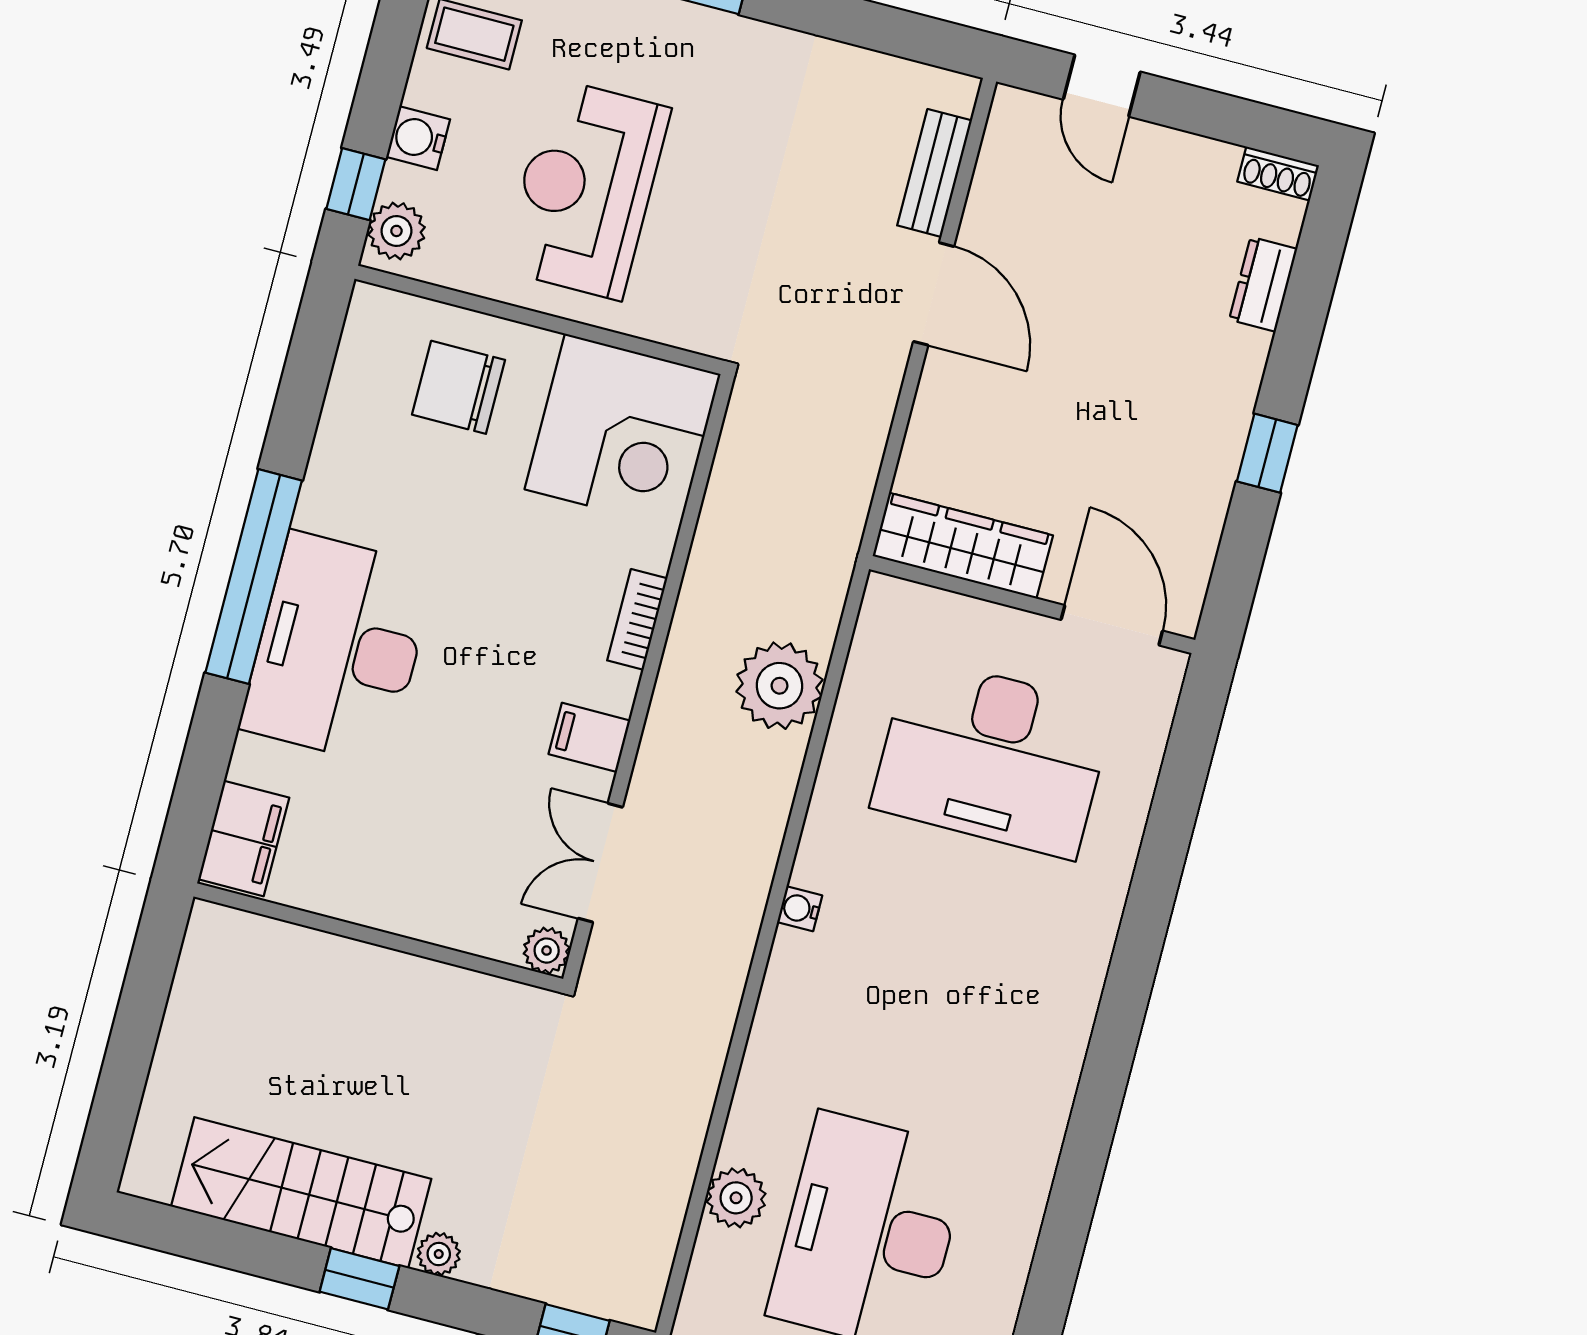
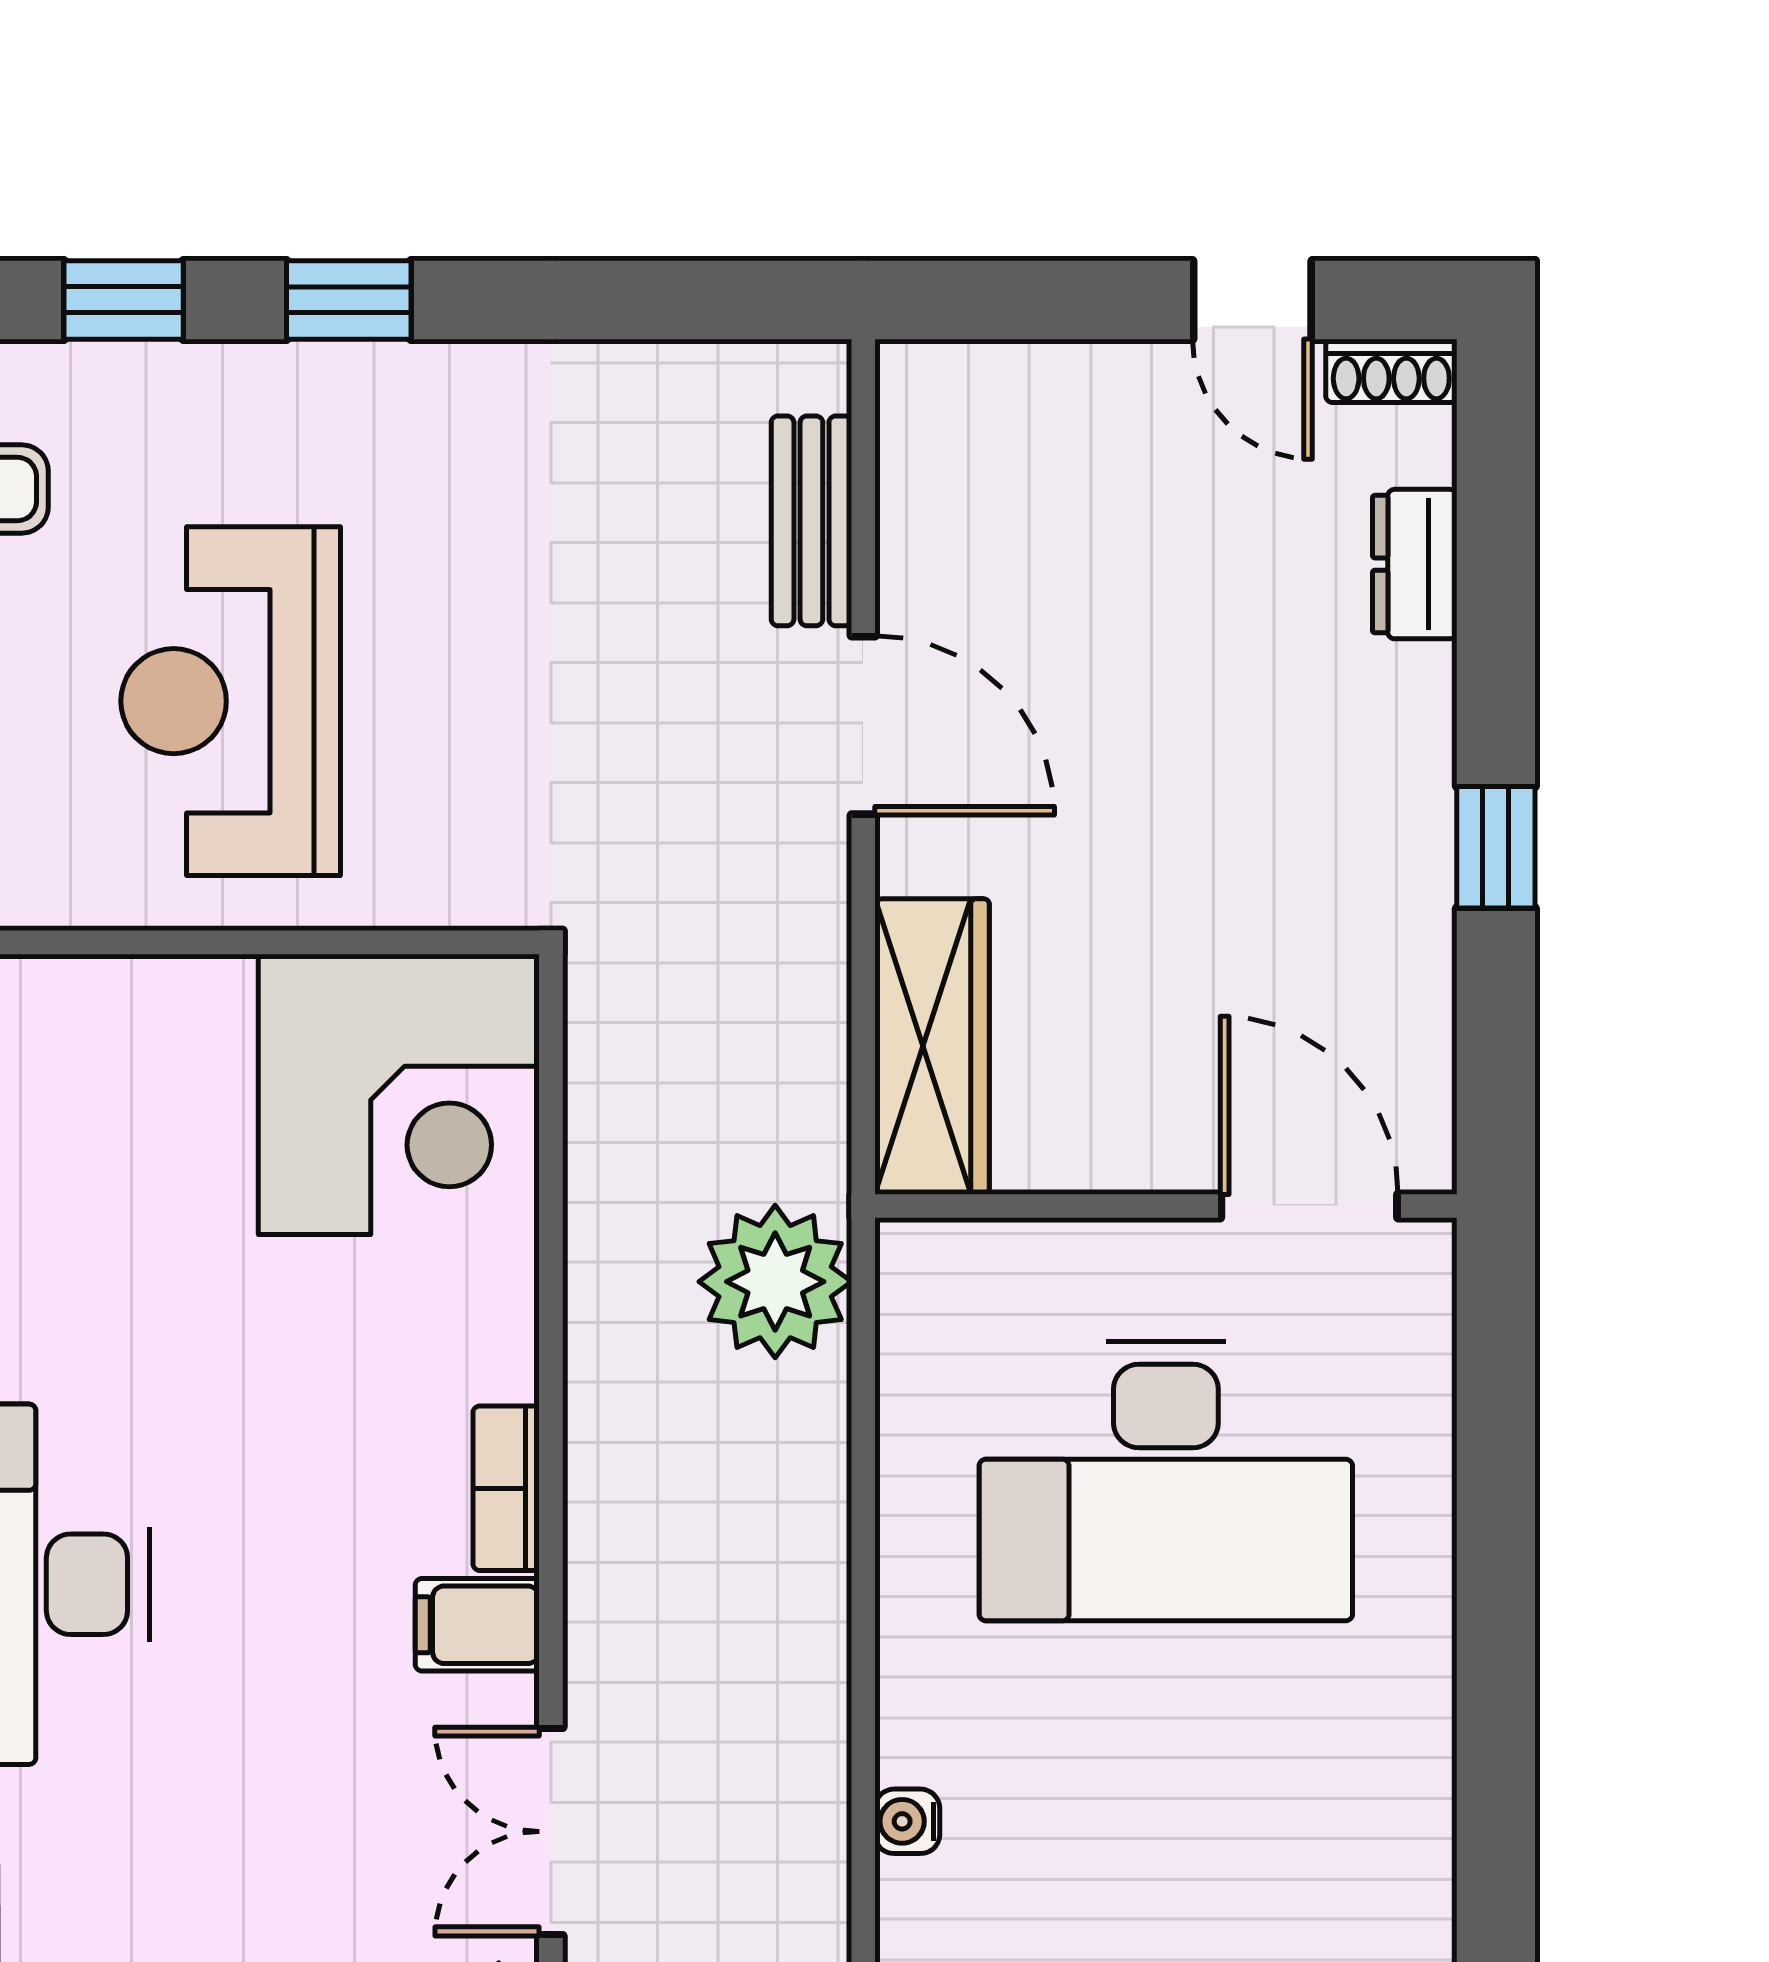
door: (1102, 86) -> (1252, 300), moved
chair: (459, 387) -> (103, 1092), removed
wardrobe: (963, 546) -> (932, 1046), moved, turned 90
bookcase: (637, 619) -> (506, 1488), moved
plant: (780, 686) -> (775, 1282), moved

